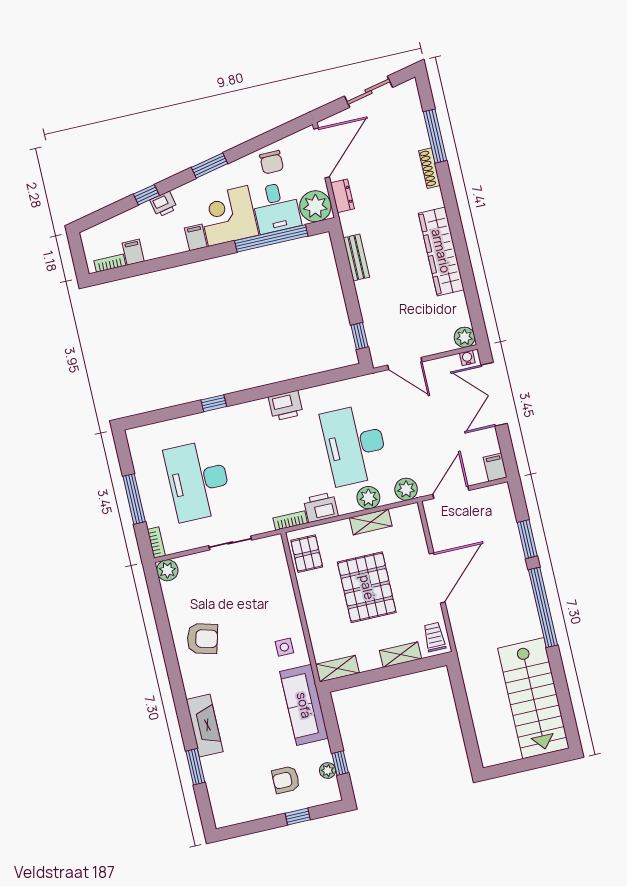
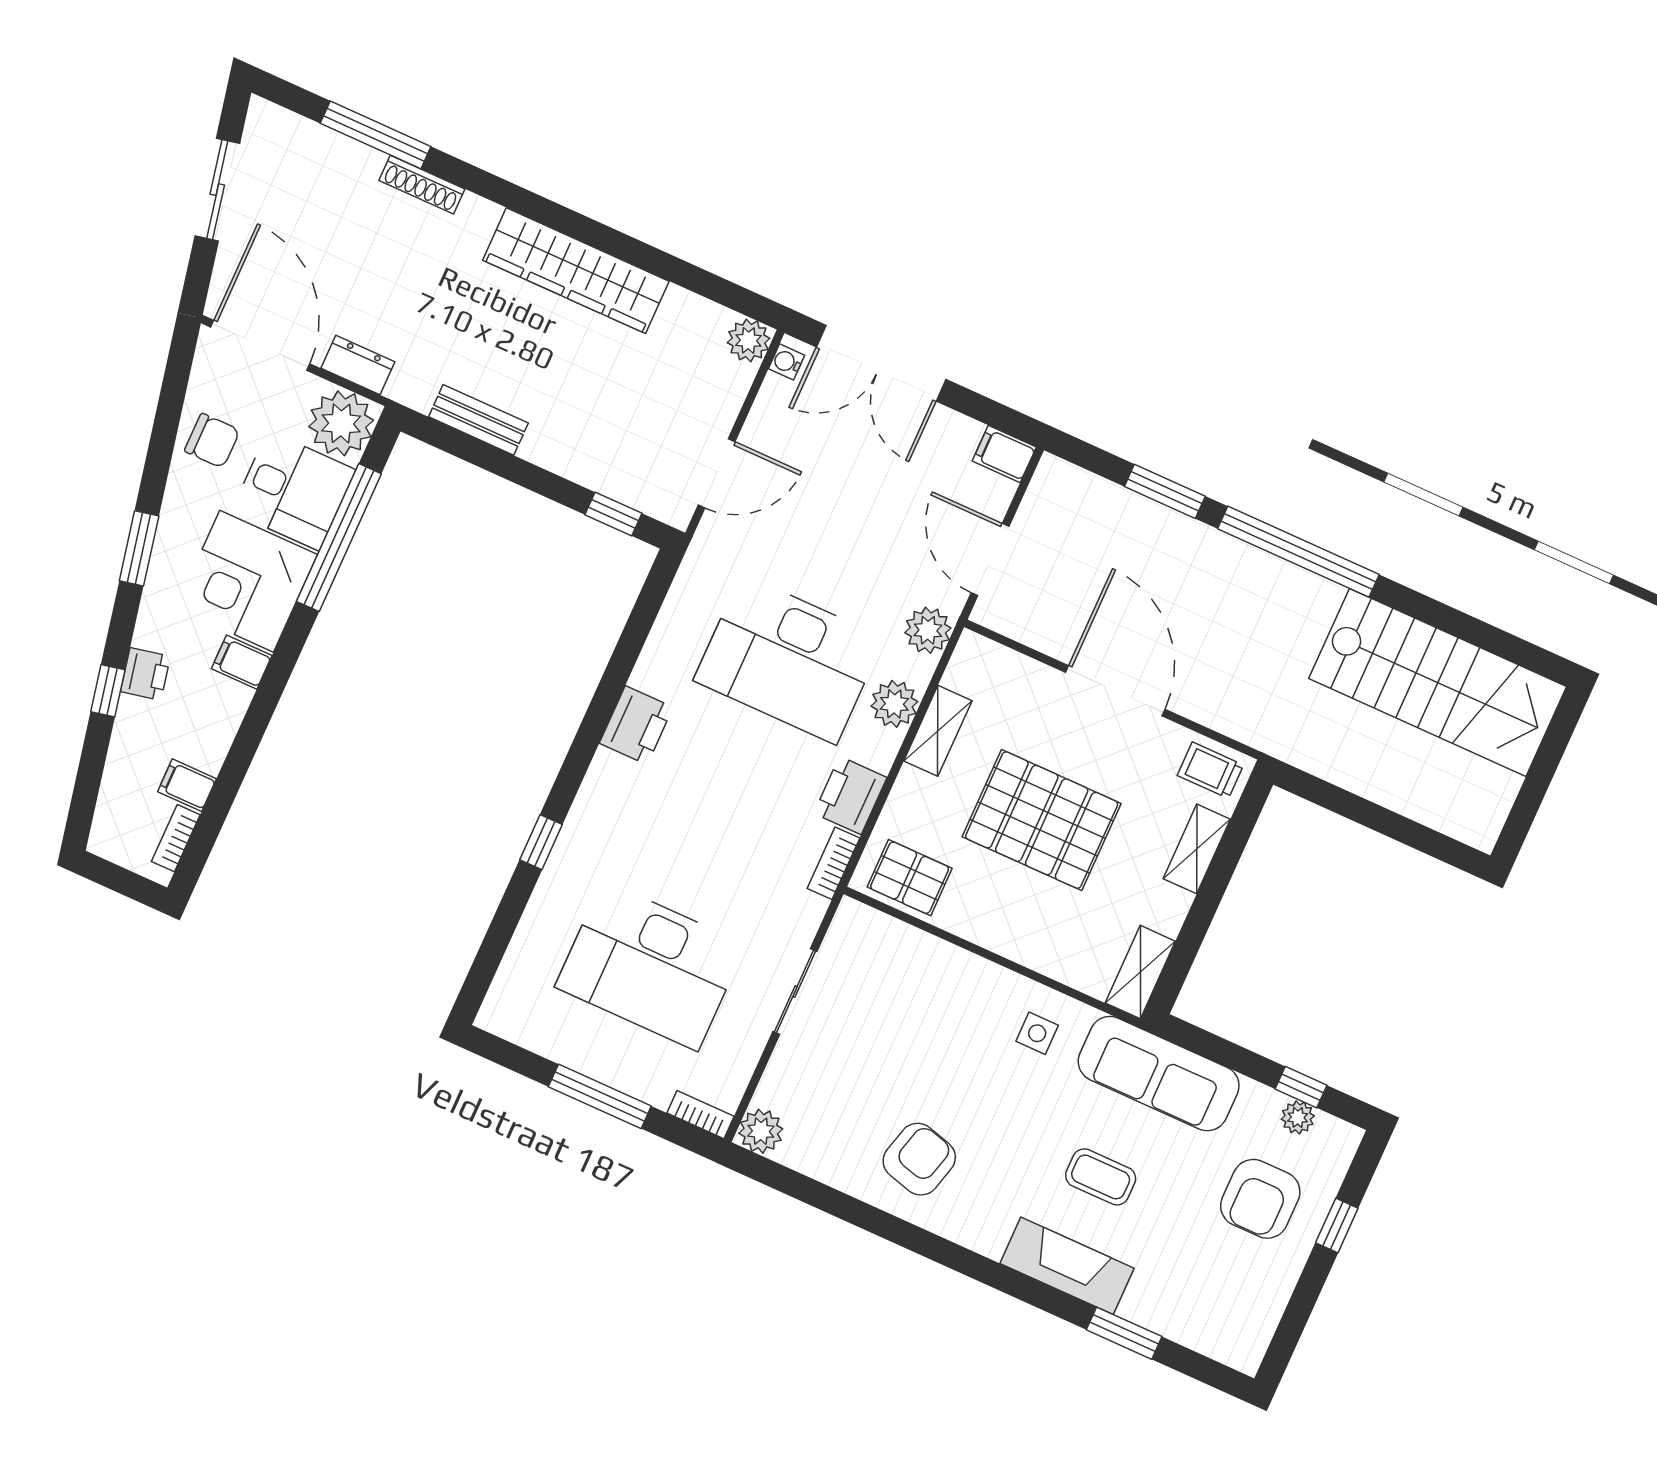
coffee table: (248, 713) -> (1101, 1177), added
armchair: (286, 780) -> (1260, 1199), width x1.38, depth x1.38

